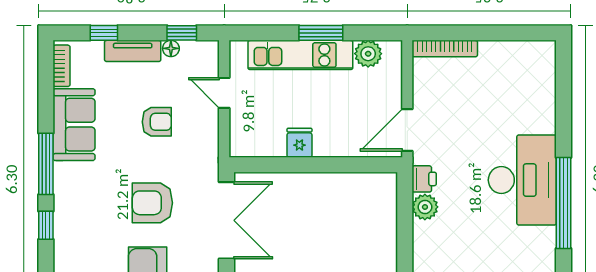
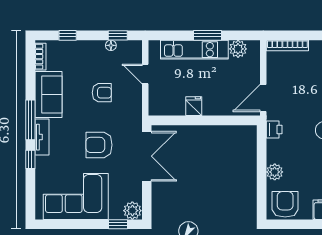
tv unit: (133, 51) -> (42, 137), moved, turned -90
plant: (425, 207) -> (275, 172), moved

